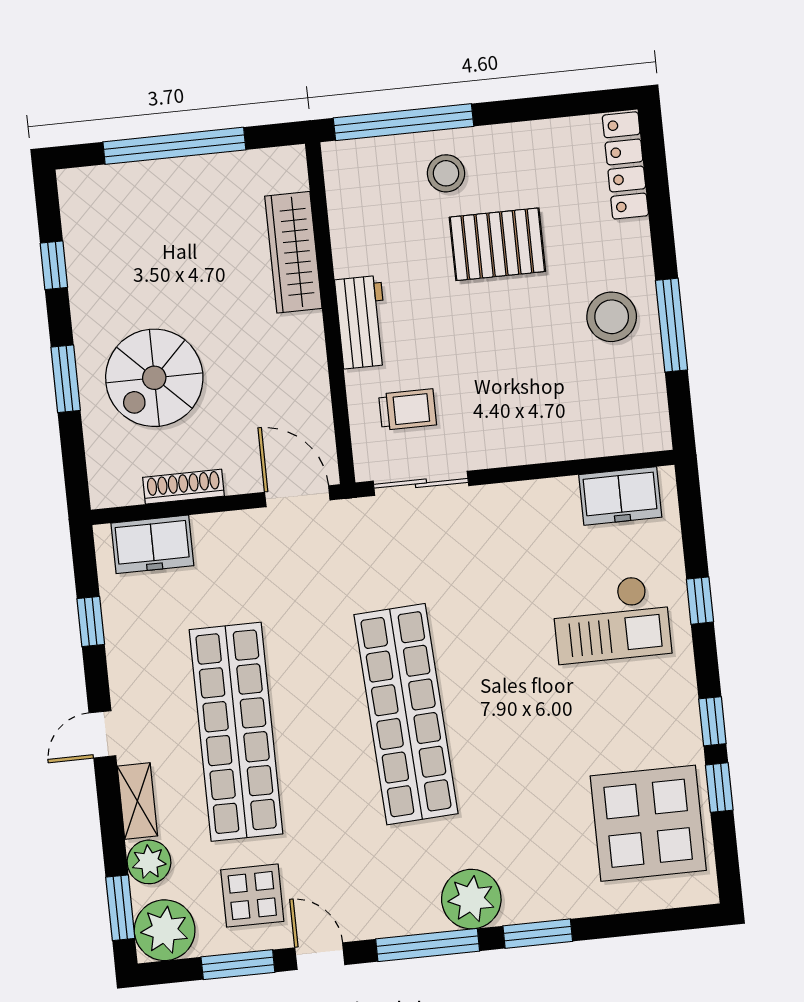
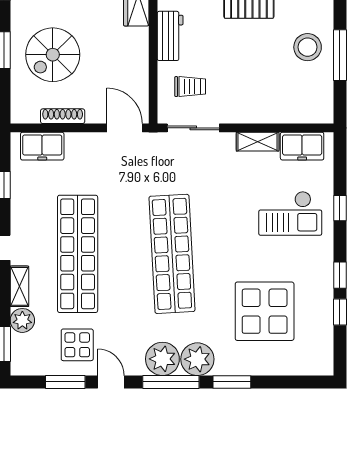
shelving: (539, 496) -> (258, 142), added
display table: (648, 823) -> (265, 311), moved
plant: (165, 930) -> (162, 359), moved

